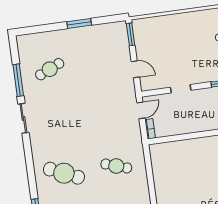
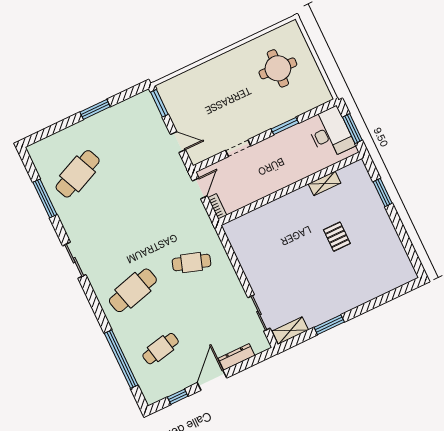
cafe table: (50, 69) -> (78, 174), width x1.37, depth x1.35
sliding door: (23, 118) -> (74, 260), moved
cafe table: (64, 173) -> (133, 290), turned -39

